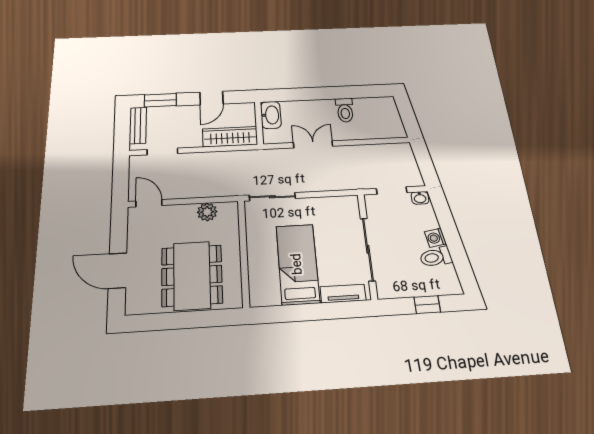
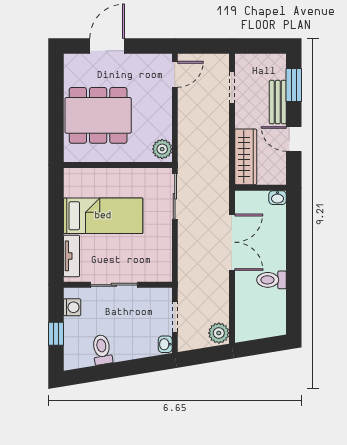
washbasin: (271, 115) -> (278, 198), width x0.52, depth x0.69
bench: (138, 125) -> (278, 102), moved, turned 90
double door: (313, 144) -> (232, 242), width x1.37
plant: (401, 151) -> (219, 333), added
plant: (207, 212) -> (162, 149), moved
washing machine: (435, 238) -> (72, 307), moved, turned 99
sliding door: (368, 249) -> (114, 285), width x0.73

